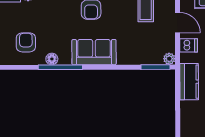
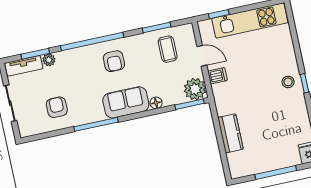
floor lamp: (52, 59) -> (156, 103), moved
plant: (169, 59) -> (195, 89), width x1.88, depth x1.88
kitchen counter: (189, 82) -> (230, 133), moved

